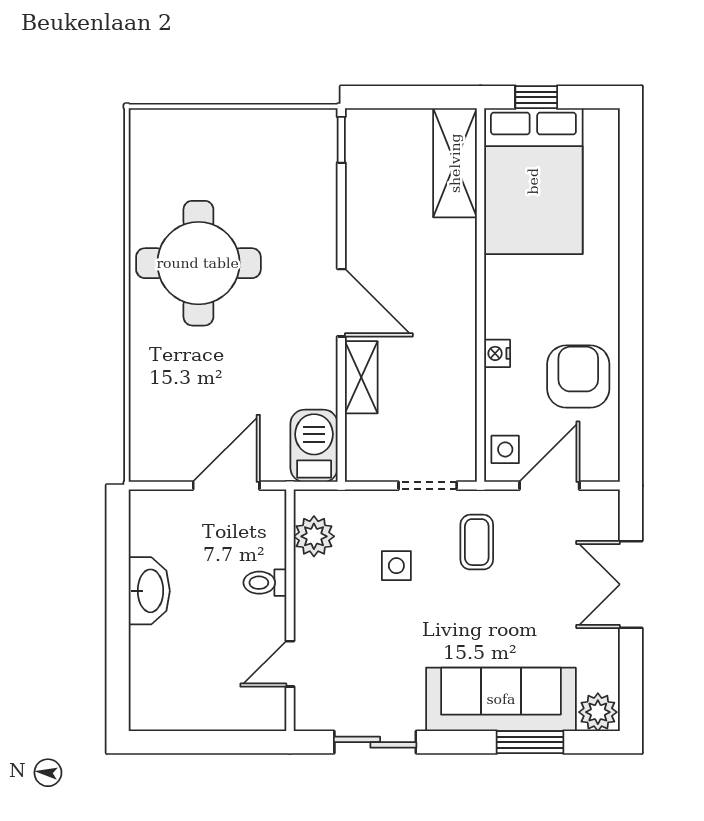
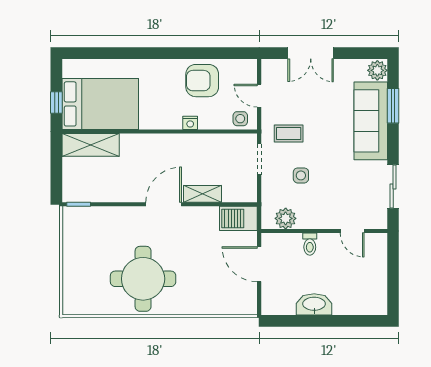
door: (549, 486) -> (259, 96), width x0.73

